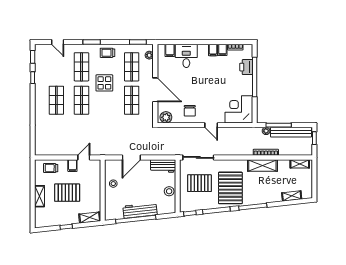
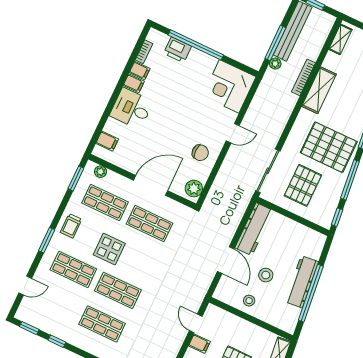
desk: (186, 56) -> (131, 109), moved
workbench: (163, 166) -> (254, 229), width x1.38
stool: (169, 191) -> (266, 275), moved

